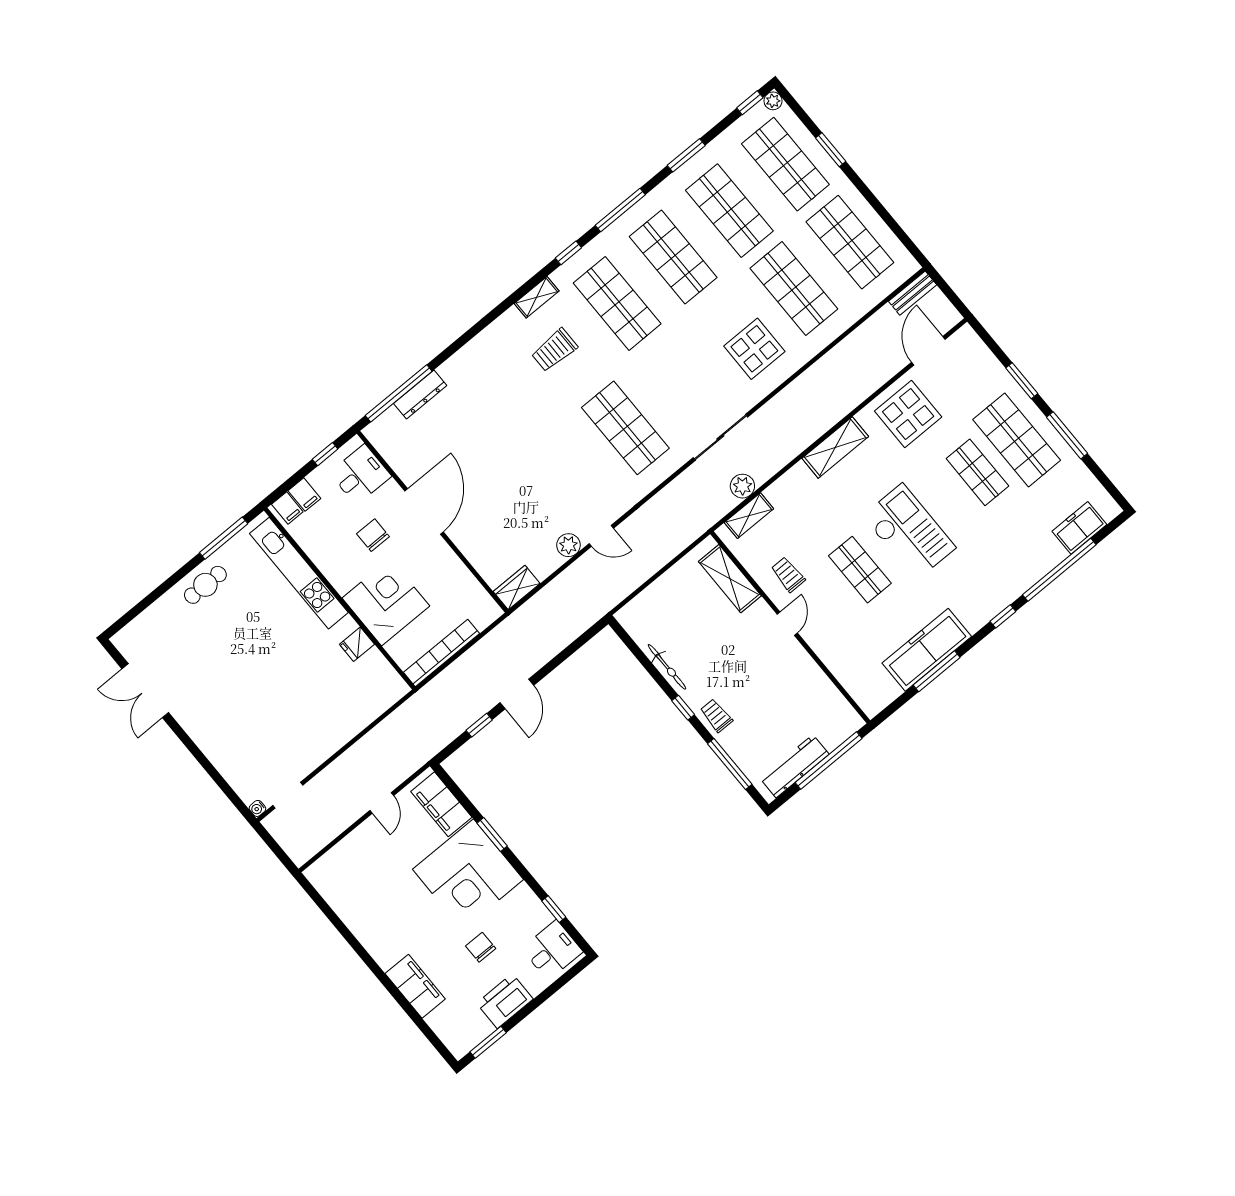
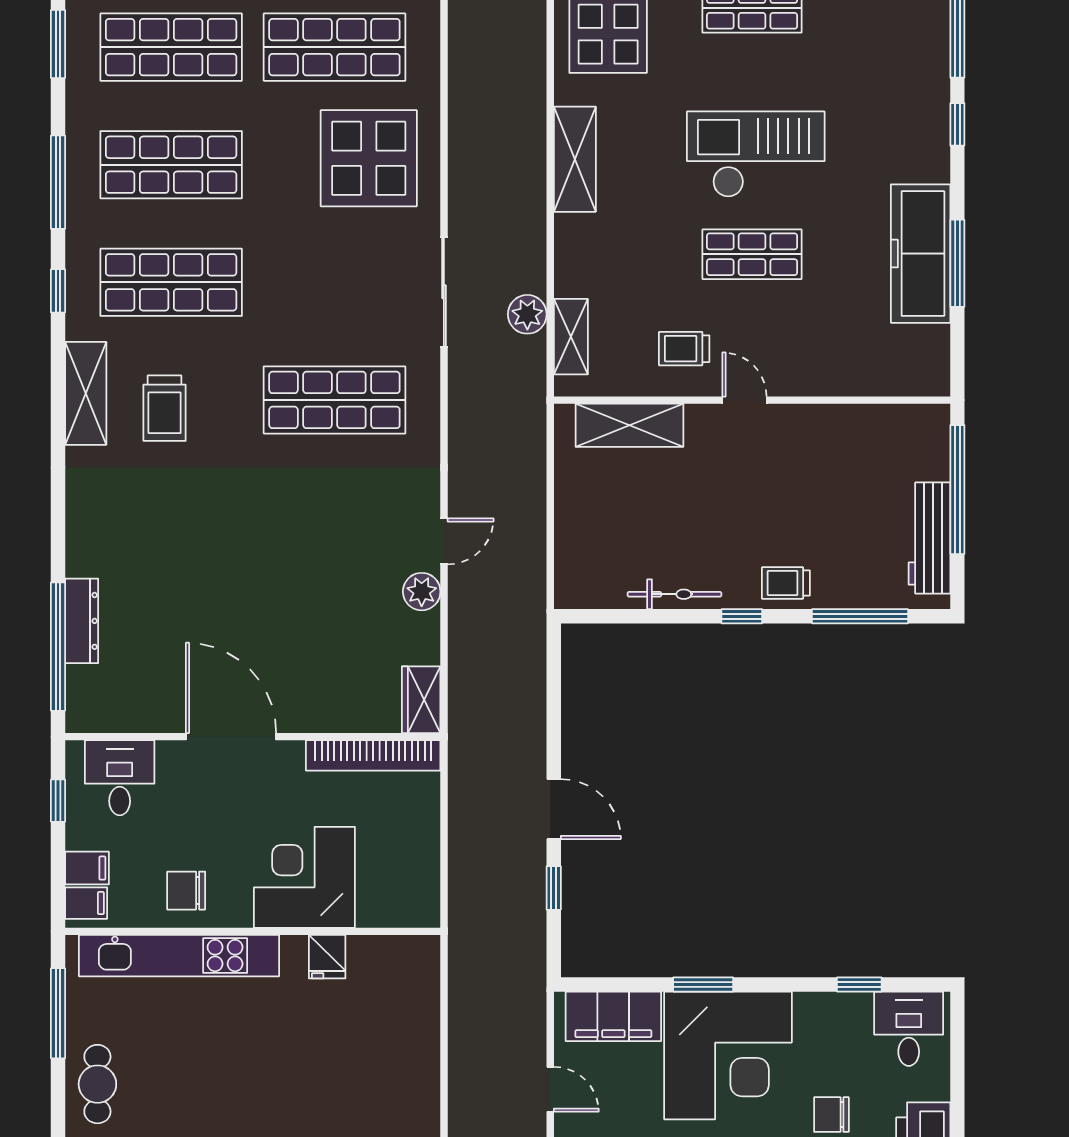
shelving: (537, 297) -> (86, 393), width x1.50, depth x1.33
display table: (754, 349) -> (369, 158), width x1.36, depth x1.36
chair: (373, 535) -> (186, 891), moved
bookcase: (441, 653) -> (373, 755), moved, turned -90

